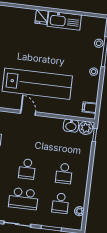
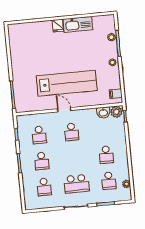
school desk: (27, 169) -> (71, 132), moved

